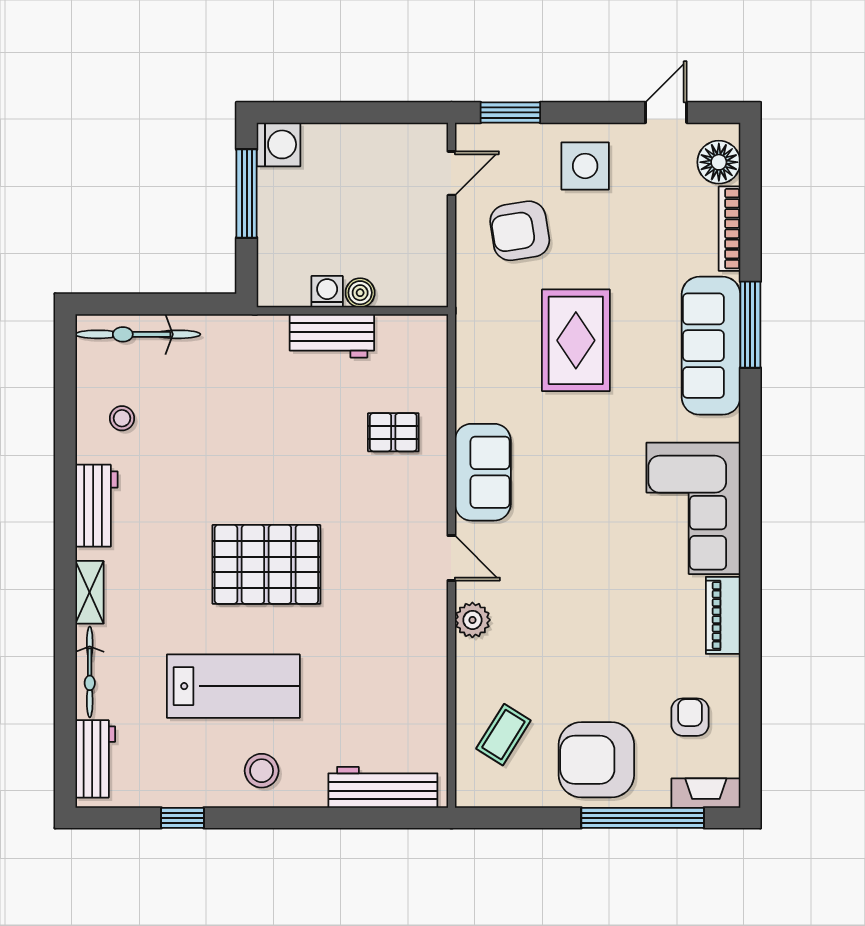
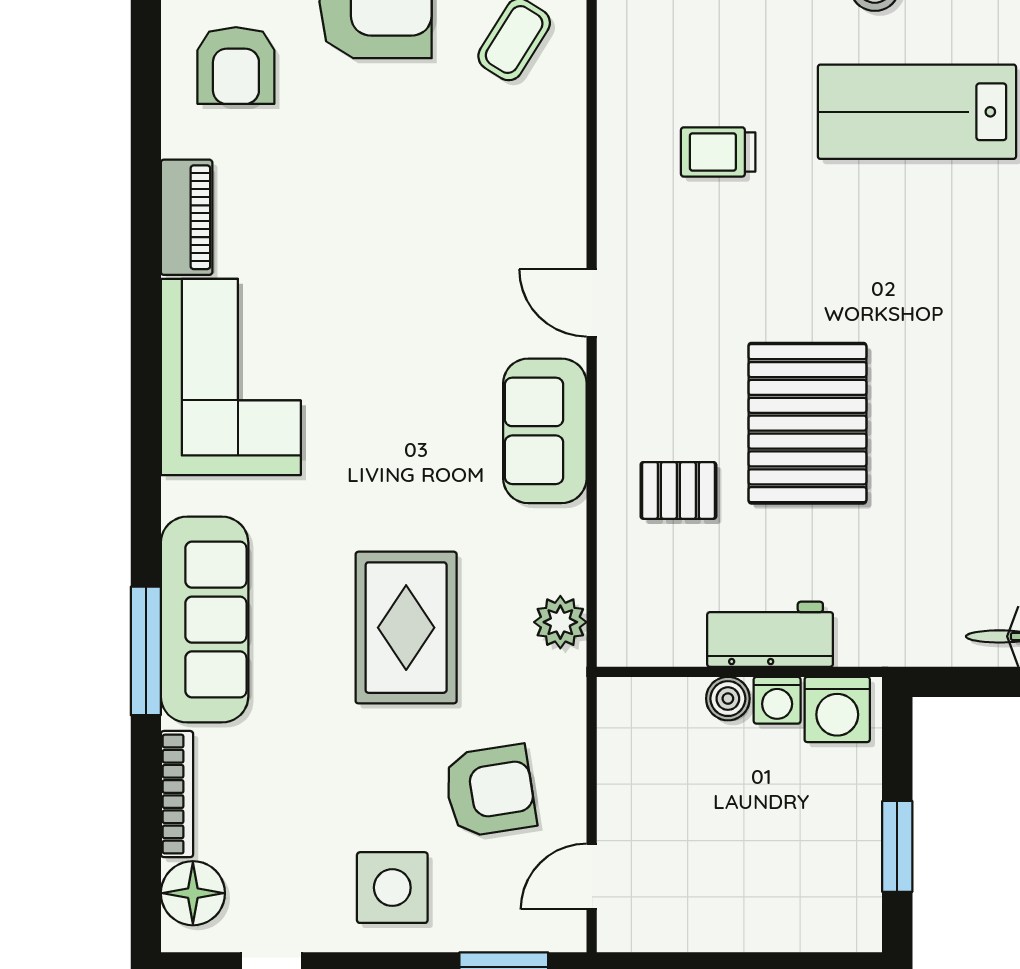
washing machine: (279, 144) -> (837, 709), moved, turned -90
window: (247, 194) -> (897, 846), width x0.69
pallet: (266, 564) -> (807, 423), moved, turned 90
plant: (472, 620) -> (560, 622), moved
trolley: (367, 659) -> (718, 152), added
armchair: (690, 717) -> (236, 66), width x1.38, depth x1.38

